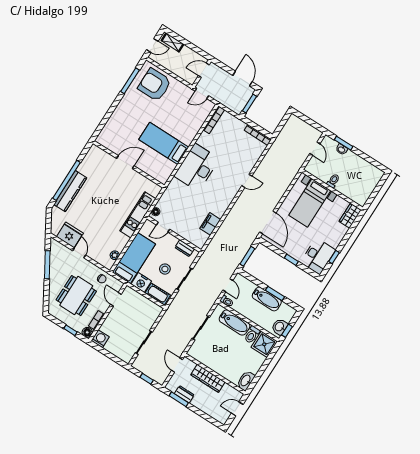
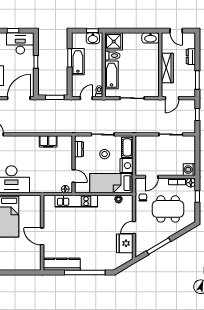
kitchen counter: (70, 191) -> (62, 264), moved
dresser: (184, 394) -> (191, 57), moved

